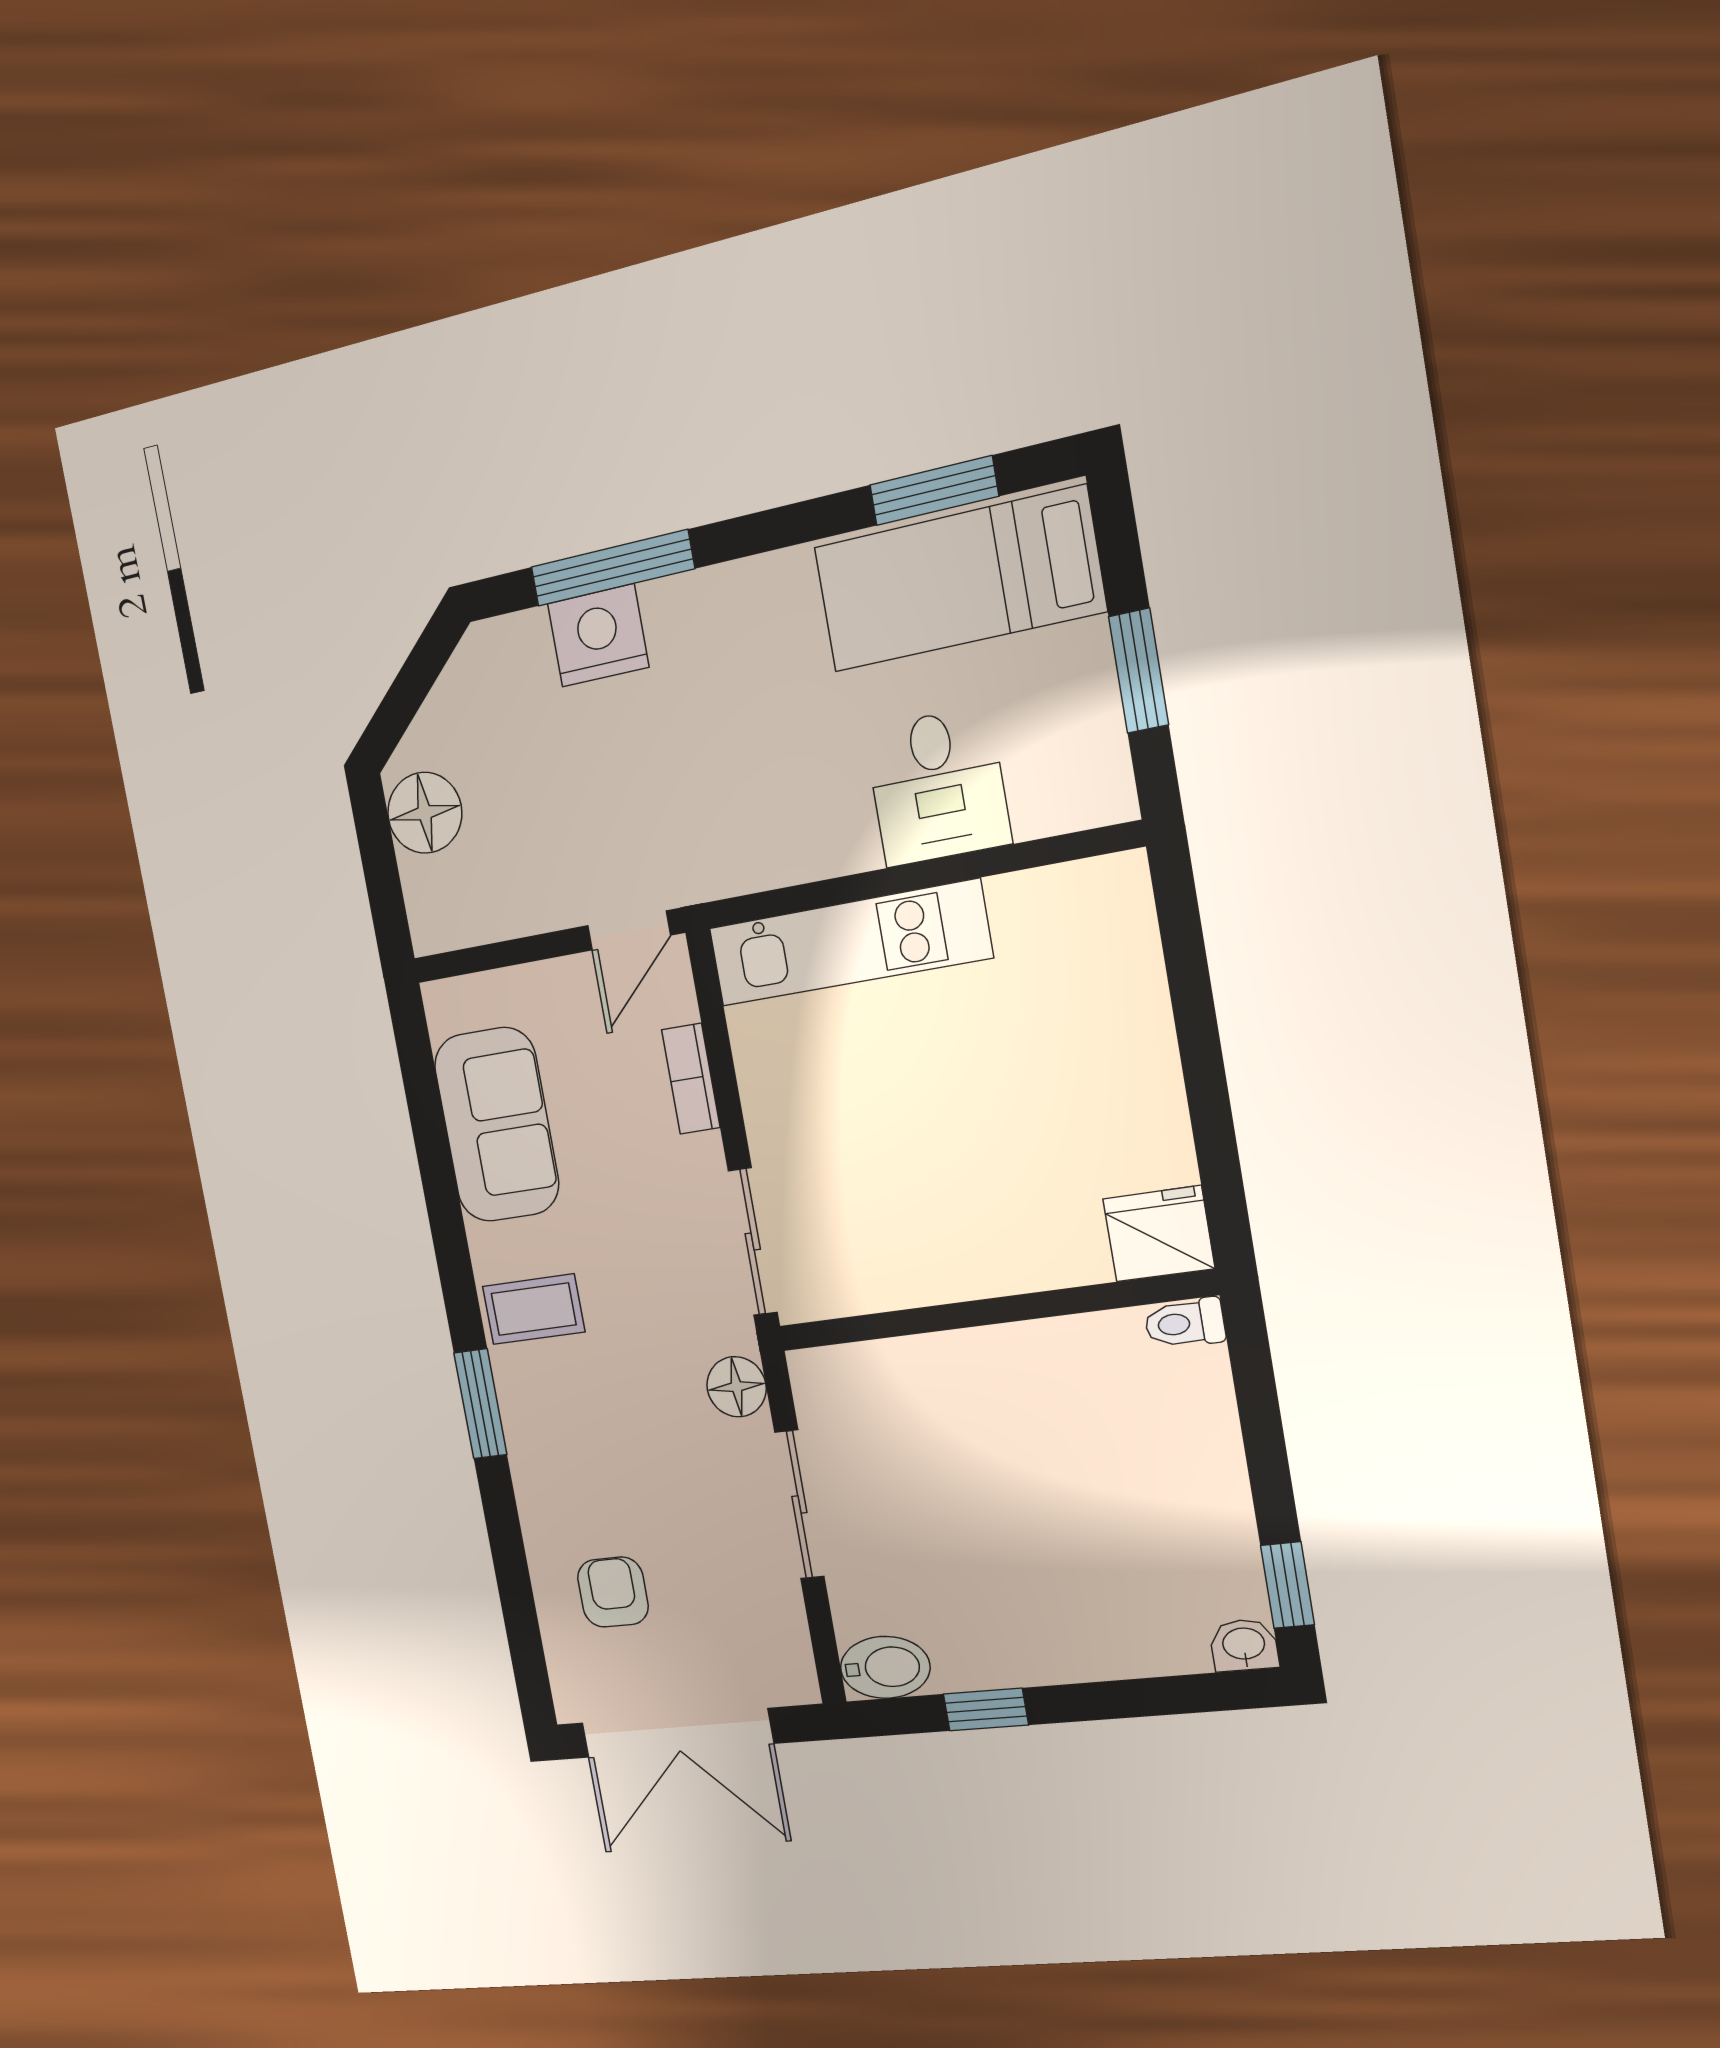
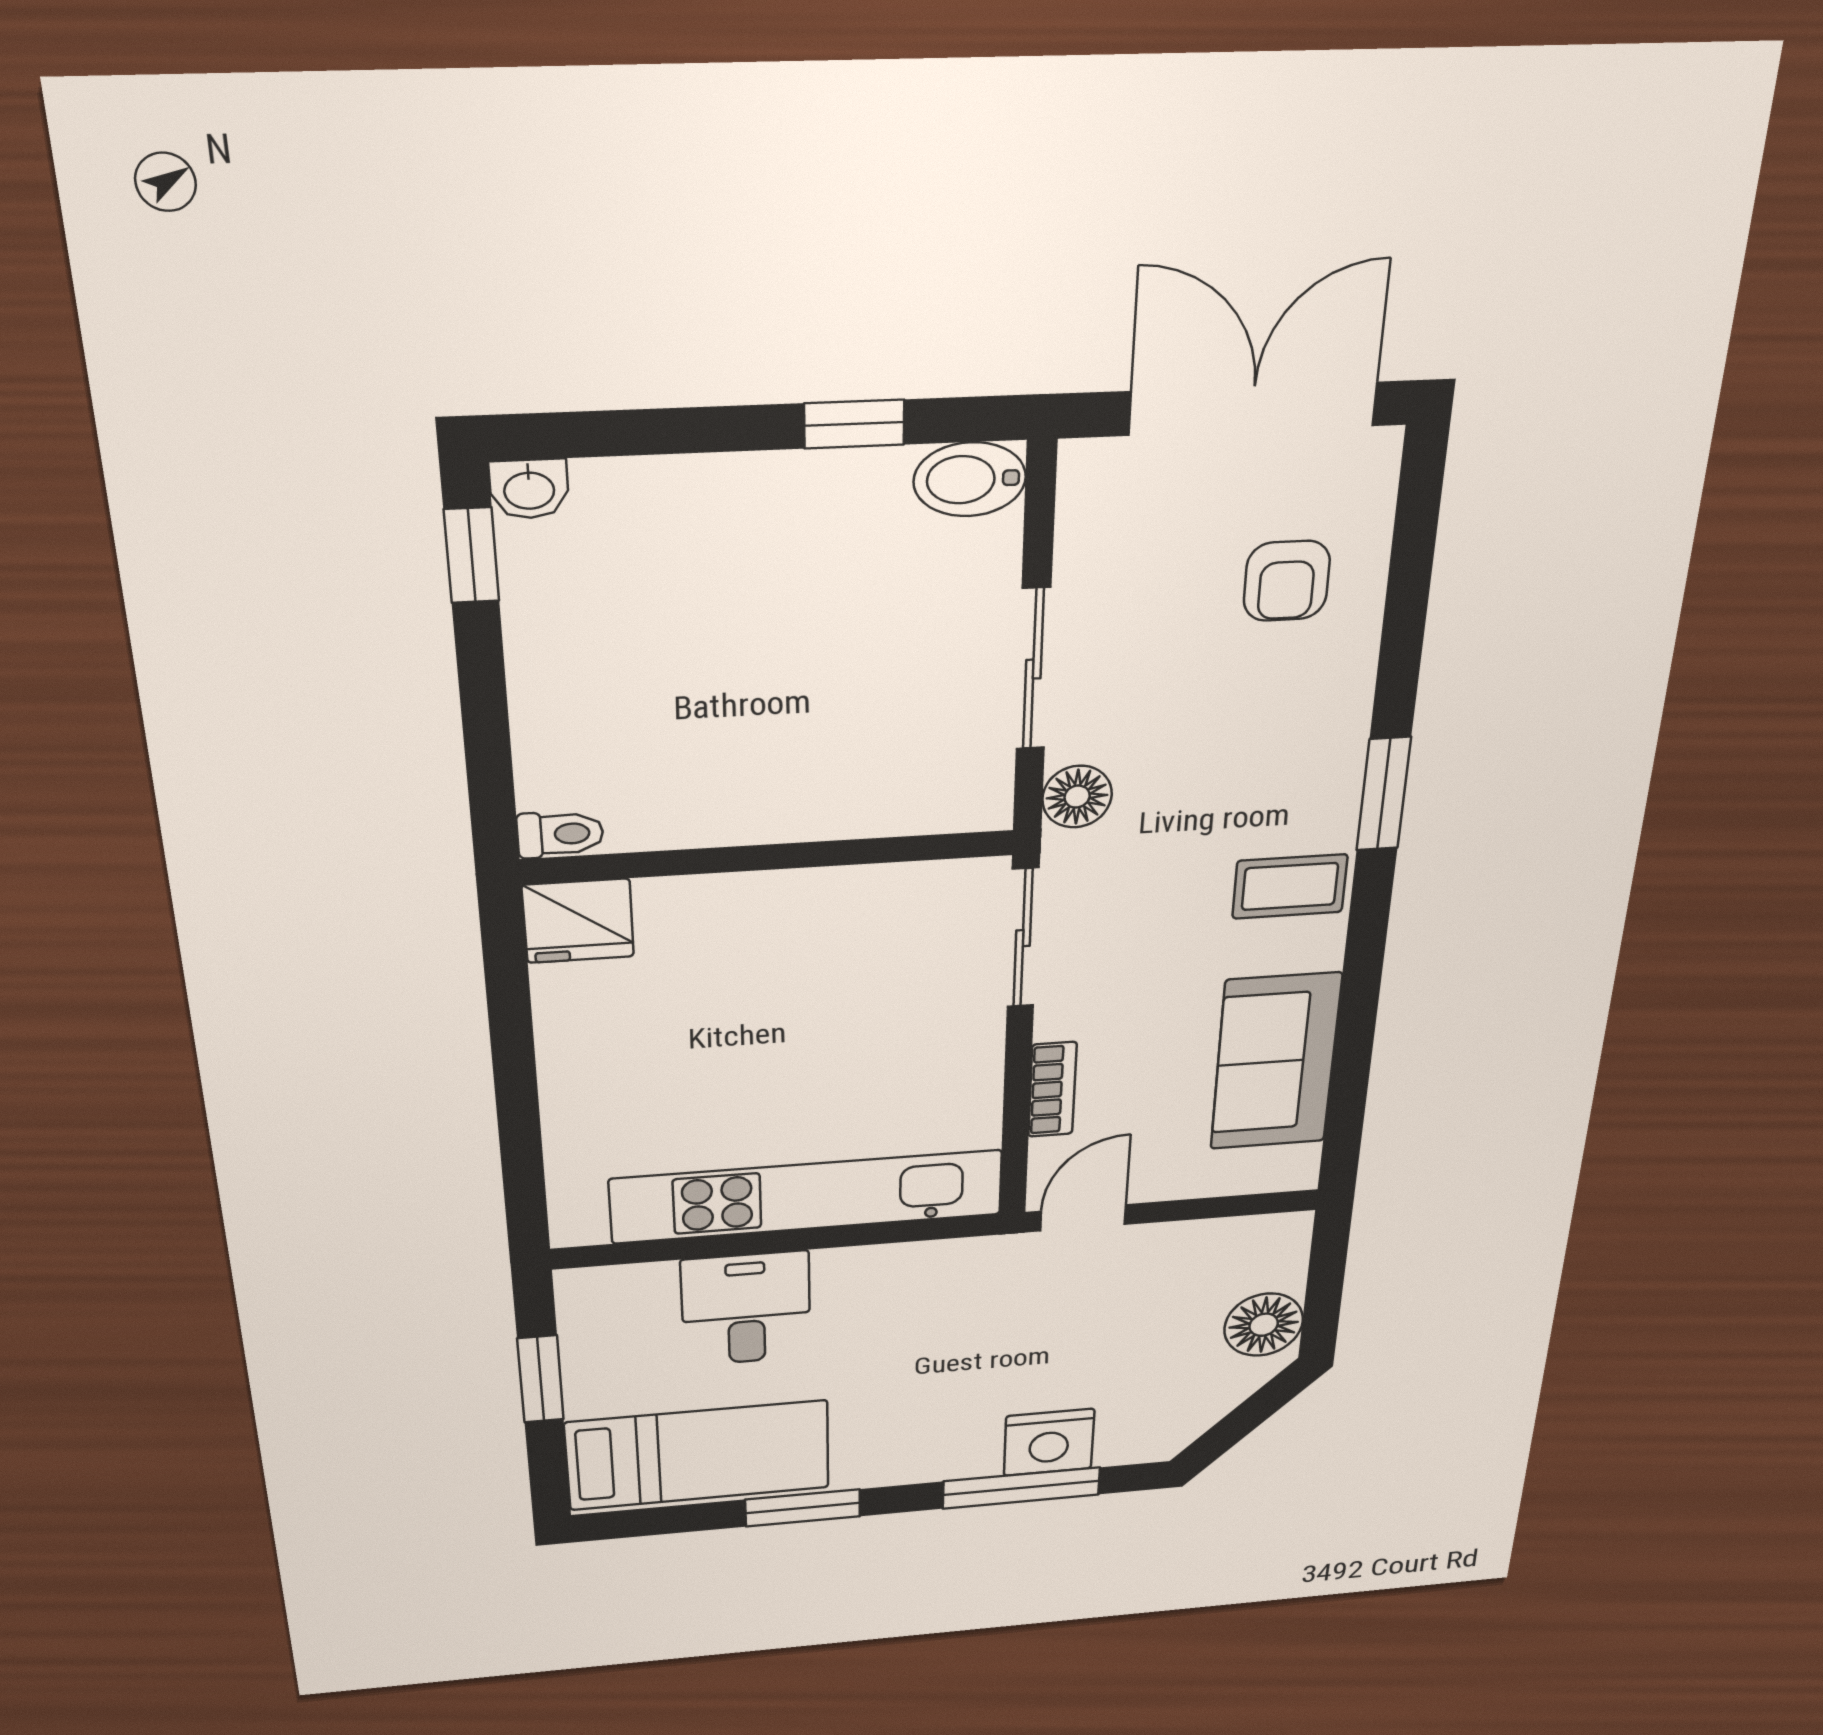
window: (934, 491) -> (803, 1508), moved
kitchen unit: (849, 943) -> (807, 1197), width x1.36

